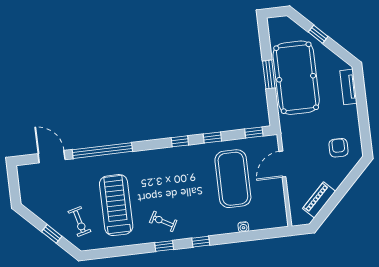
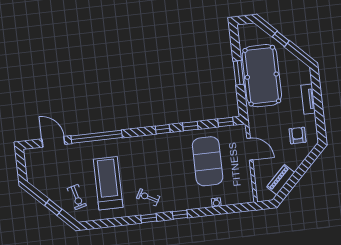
tv unit: (349, 87) -> (308, 99), moved
door: (282, 164) -> (250, 149), swing flipped

